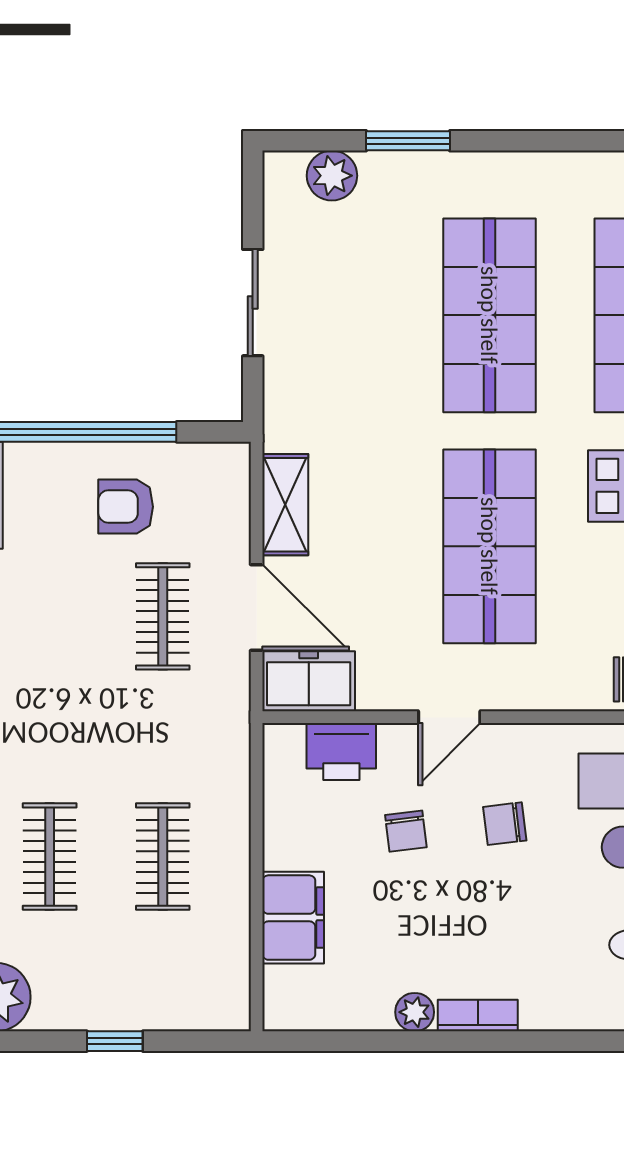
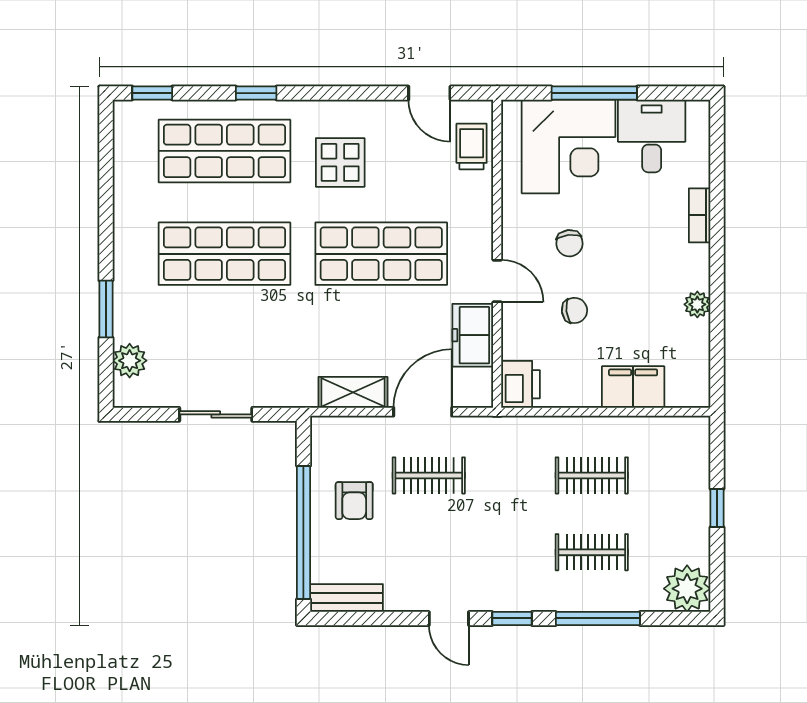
freezer: (309, 681) -> (473, 335), moved
printer: (341, 752) -> (520, 384), moved
bookcase: (478, 1015) -> (700, 215), moved

